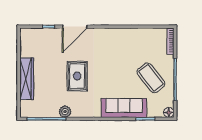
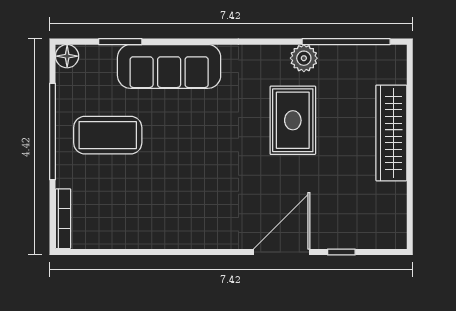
rug: (77, 76) -> (293, 120), moved
coffee table: (151, 78) -> (108, 135), turned -52

